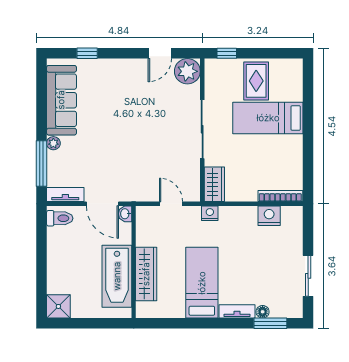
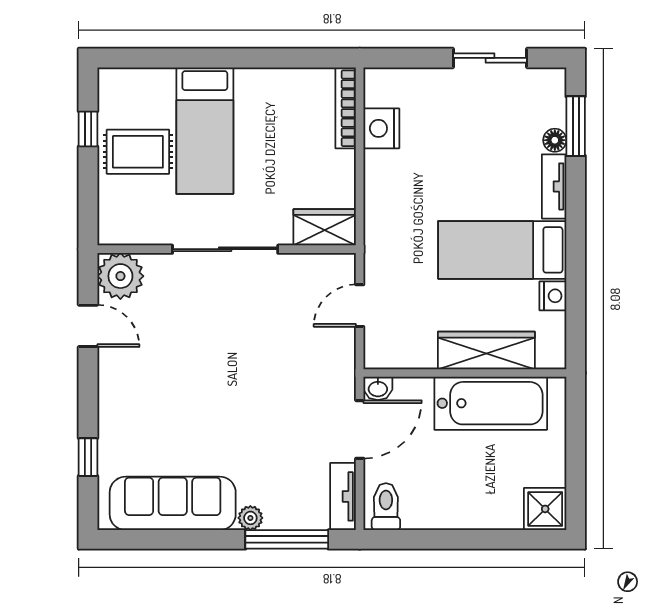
window: (227, 53) -> (88, 129), moved
nightstand: (210, 213) -> (553, 296), moved, turned 180

